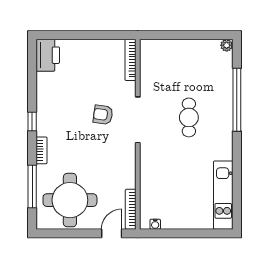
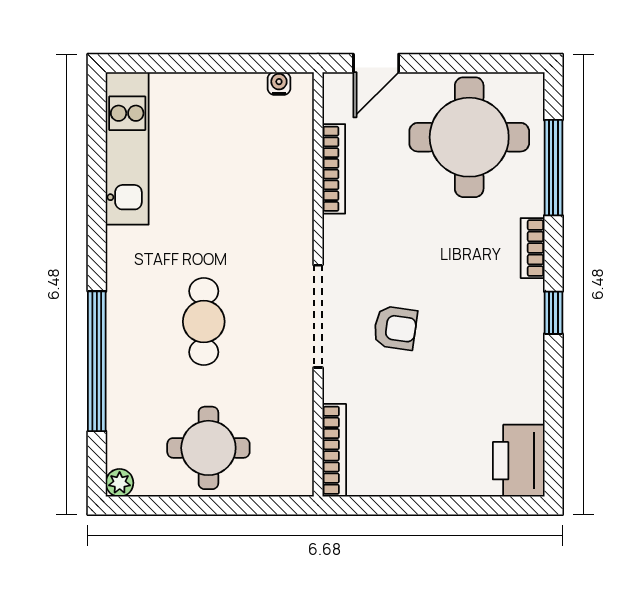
round table: (187, 61) -> (208, 448), added
bookcase: (131, 209) -> (334, 169), moved

